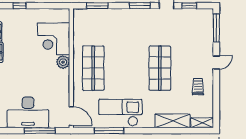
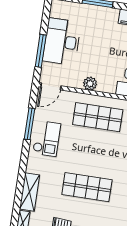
plant: (63, 62) -> (90, 84), moved
checkout: (120, 113) -> (47, 139), width x0.73, depth x0.83

